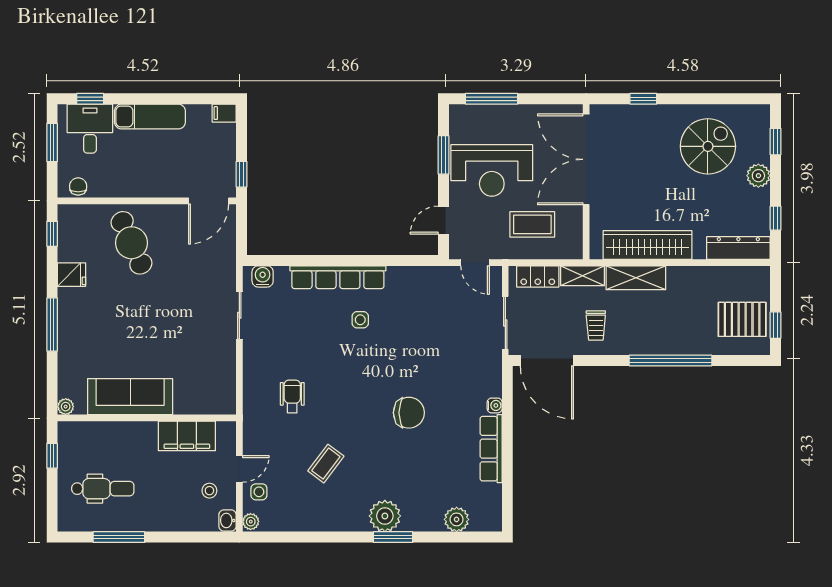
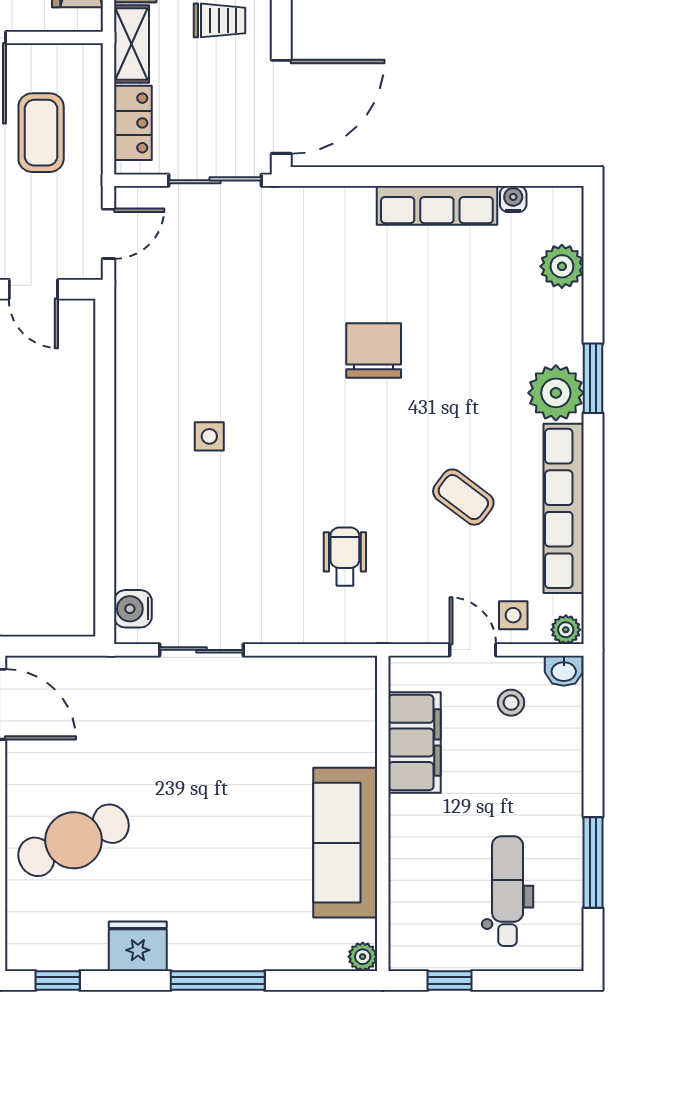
fridge: (72, 275) -> (138, 946), width x1.38
row of seats: (338, 277) -> (564, 508), moved, turned 180
wheelchair: (292, 396) -> (345, 556), turned 90
water cooler: (495, 405) -> (513, 199), moved

